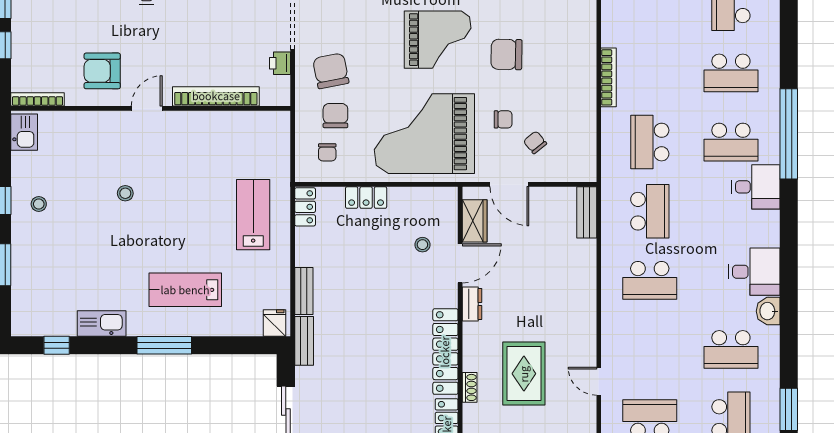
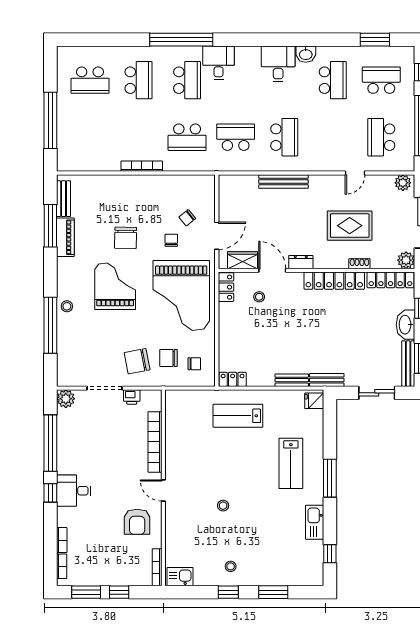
locker: (366, 198) -> (226, 287), moved
bench: (587, 212) -> (283, 182), moved, width x1.36

